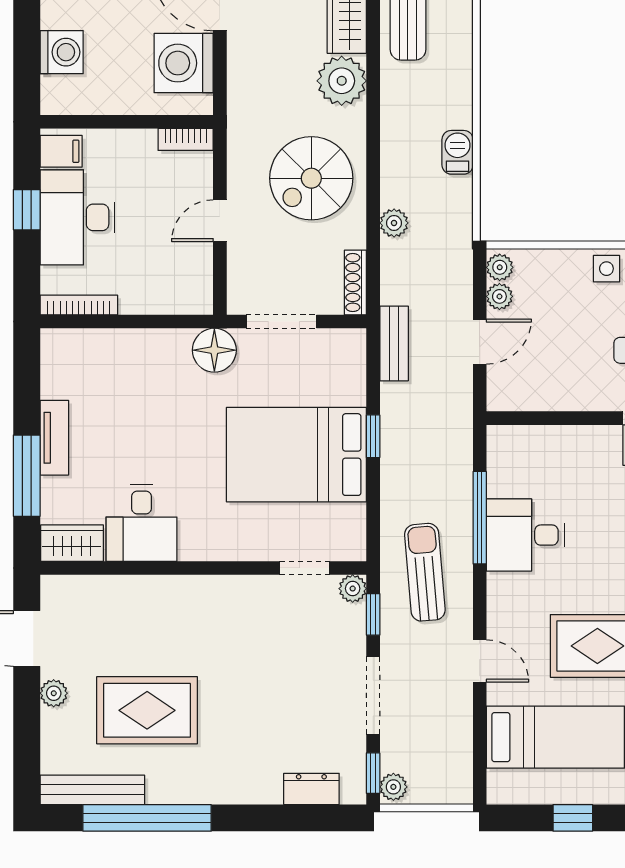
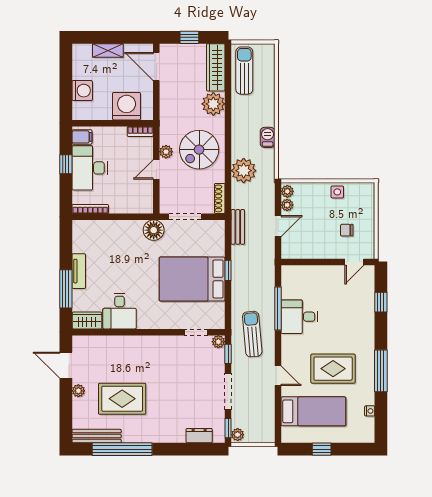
washing machine: (184, 63) -> (127, 106), moved, turned 90
plant: (241, 183) -> (166, 152), added
plant: (394, 223) -> (244, 171), width x1.87, depth x1.87

